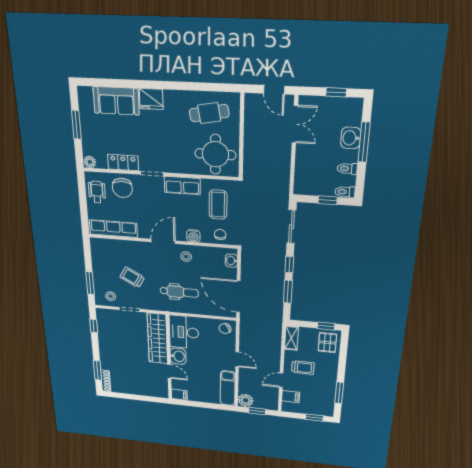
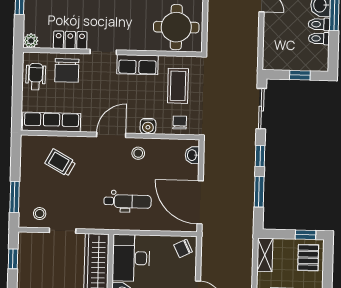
toilet: (345, 192) -> (319, 24), moved
trolley: (132, 277) -> (60, 163), moved

